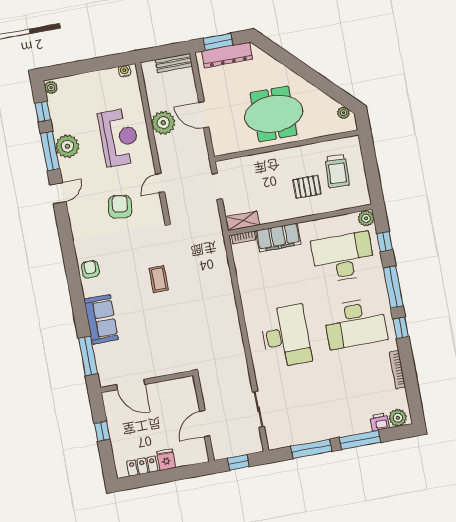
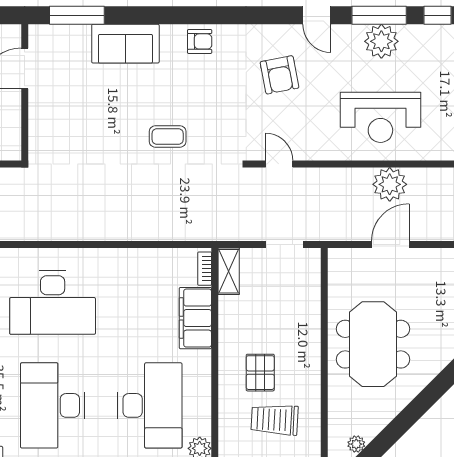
door: (160, 183) -> (279, 164), moved
armchair: (120, 207) -> (279, 75), moved, turned 72

